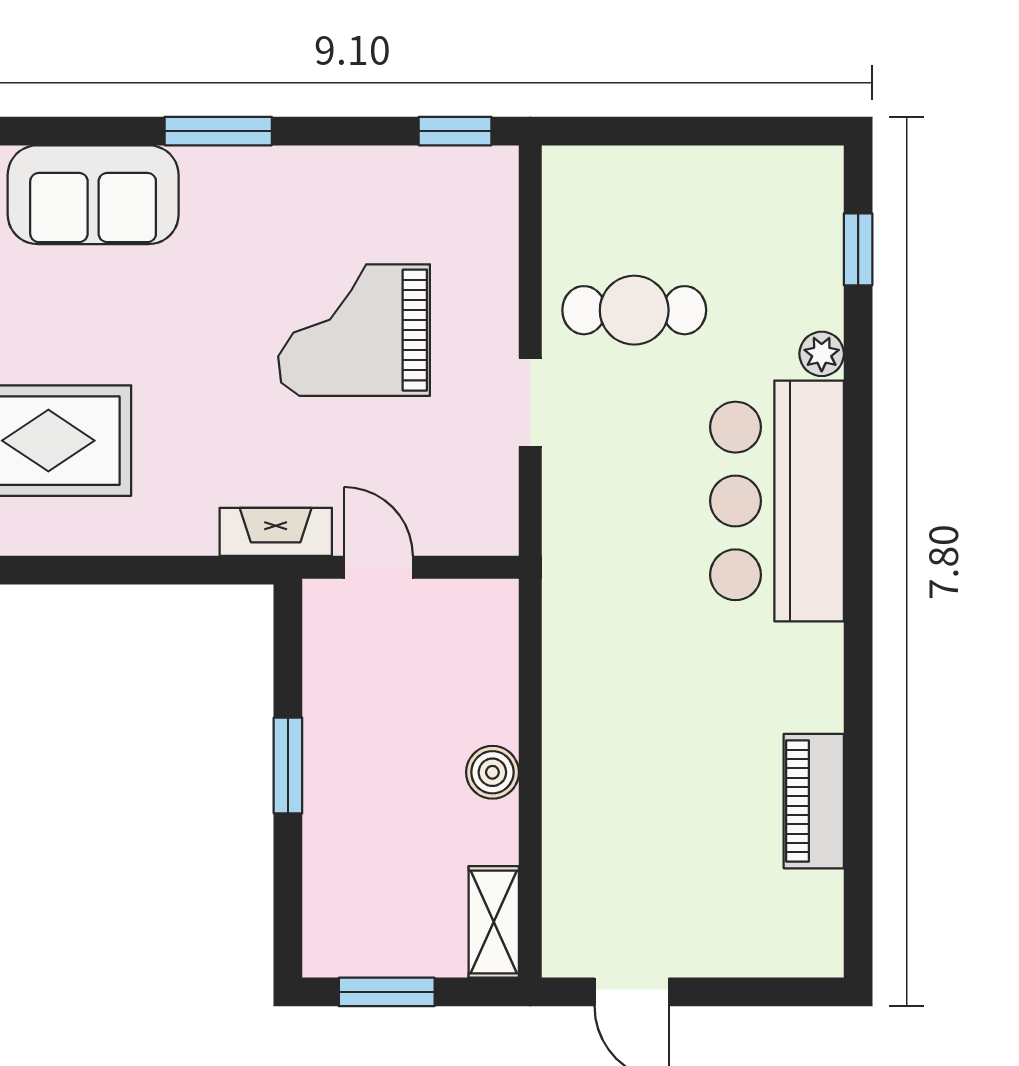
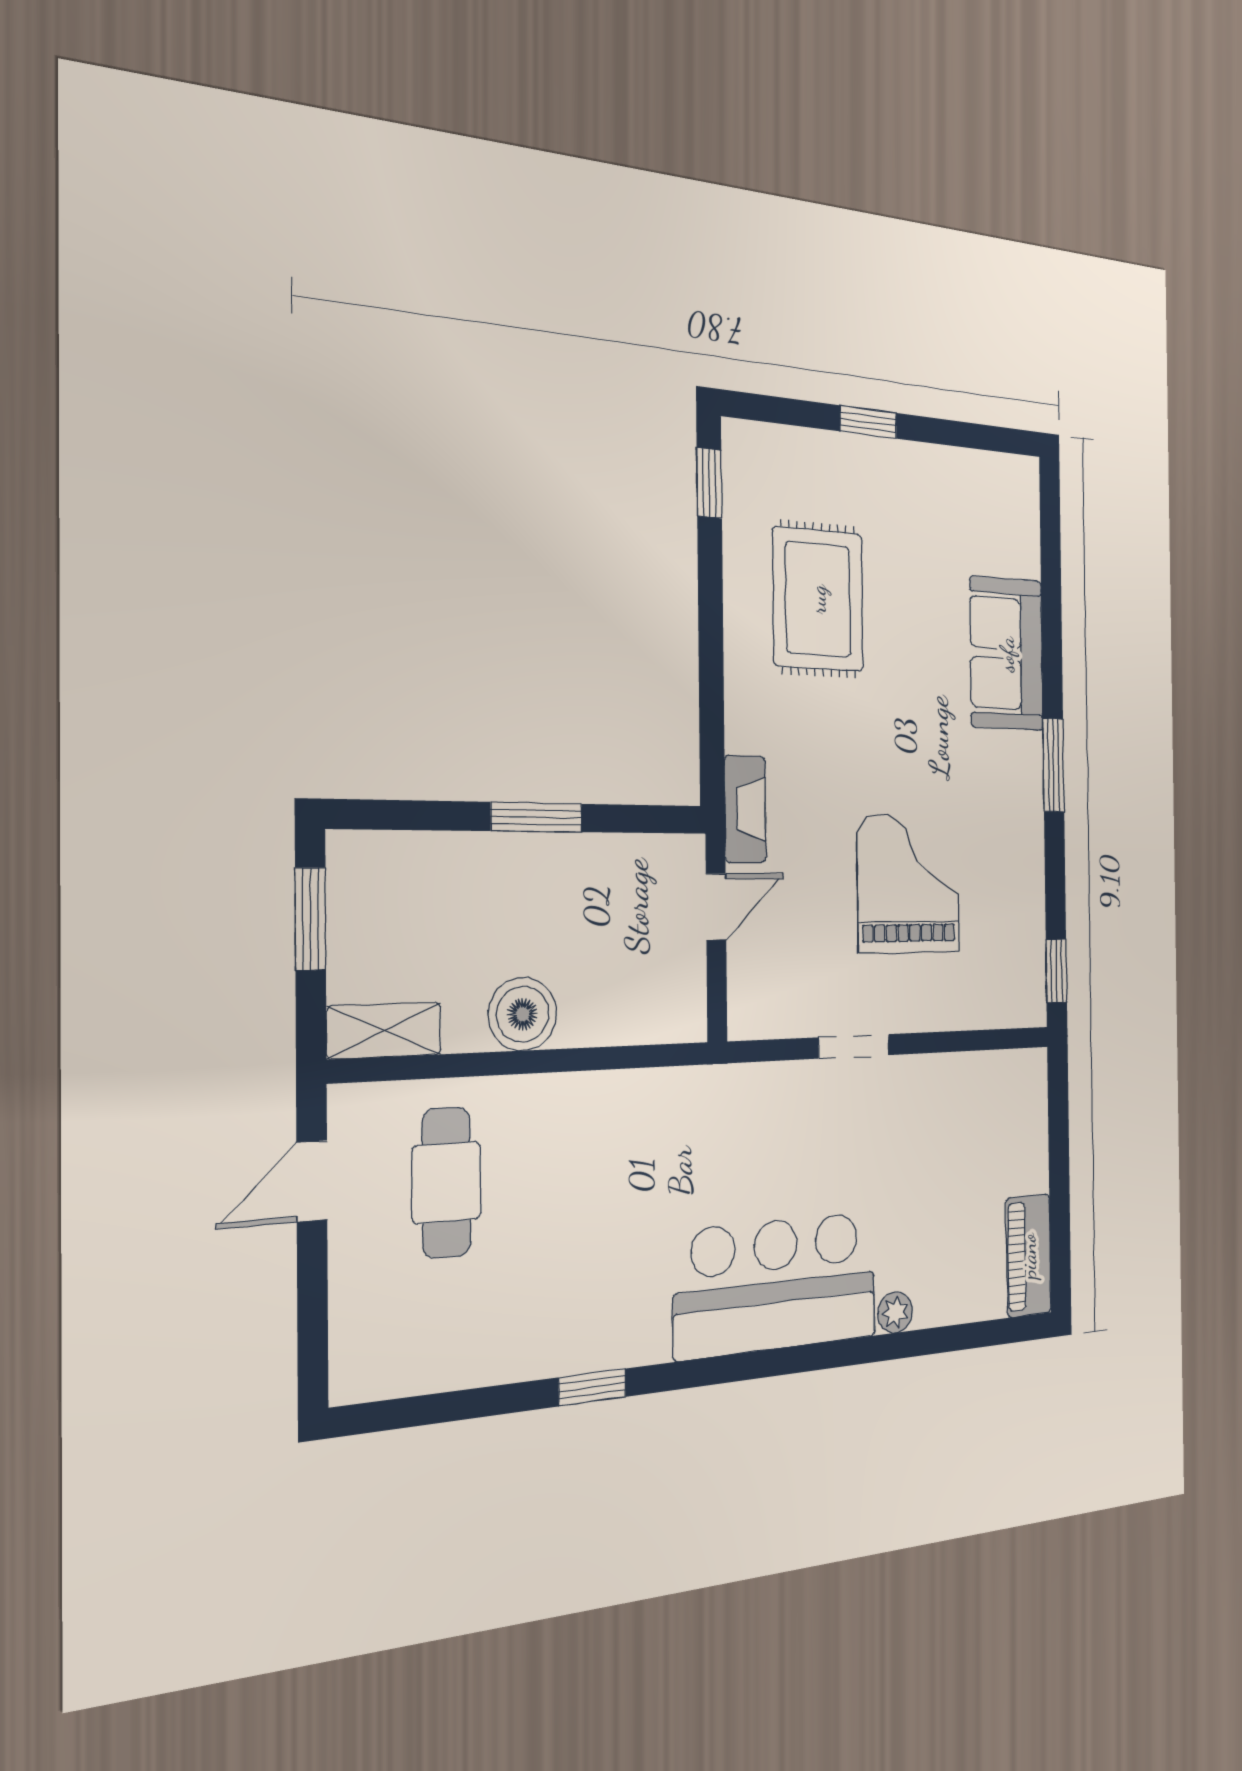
window: (858, 249) -> (592, 1387), moved
cafe table: (634, 310) -> (446, 1182), moved
boiler: (492, 772) -> (523, 1014), width x1.36, depth x1.36
piano: (814, 801) -> (1029, 1256), moved, turned -90

